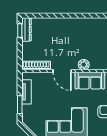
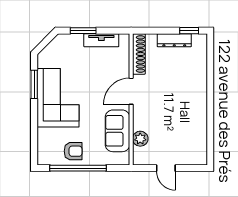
dresser: (27, 30) -> (174, 40), moved
plant: (84, 65) -> (140, 139), moved

